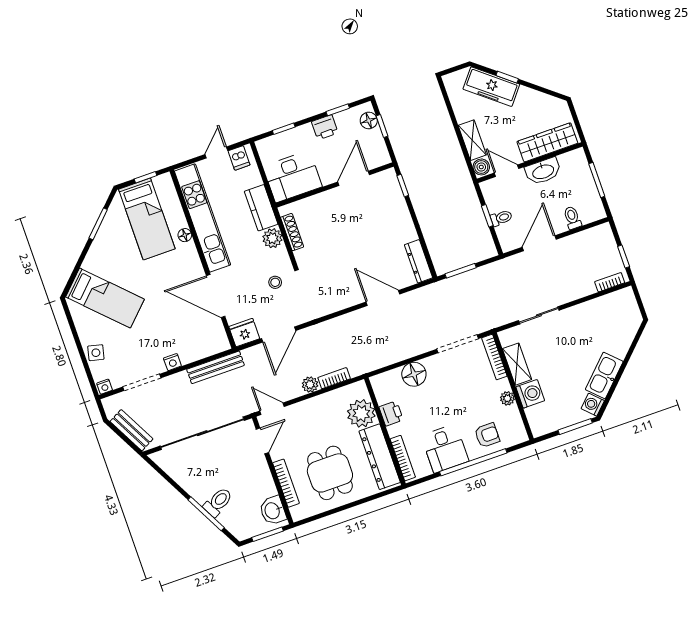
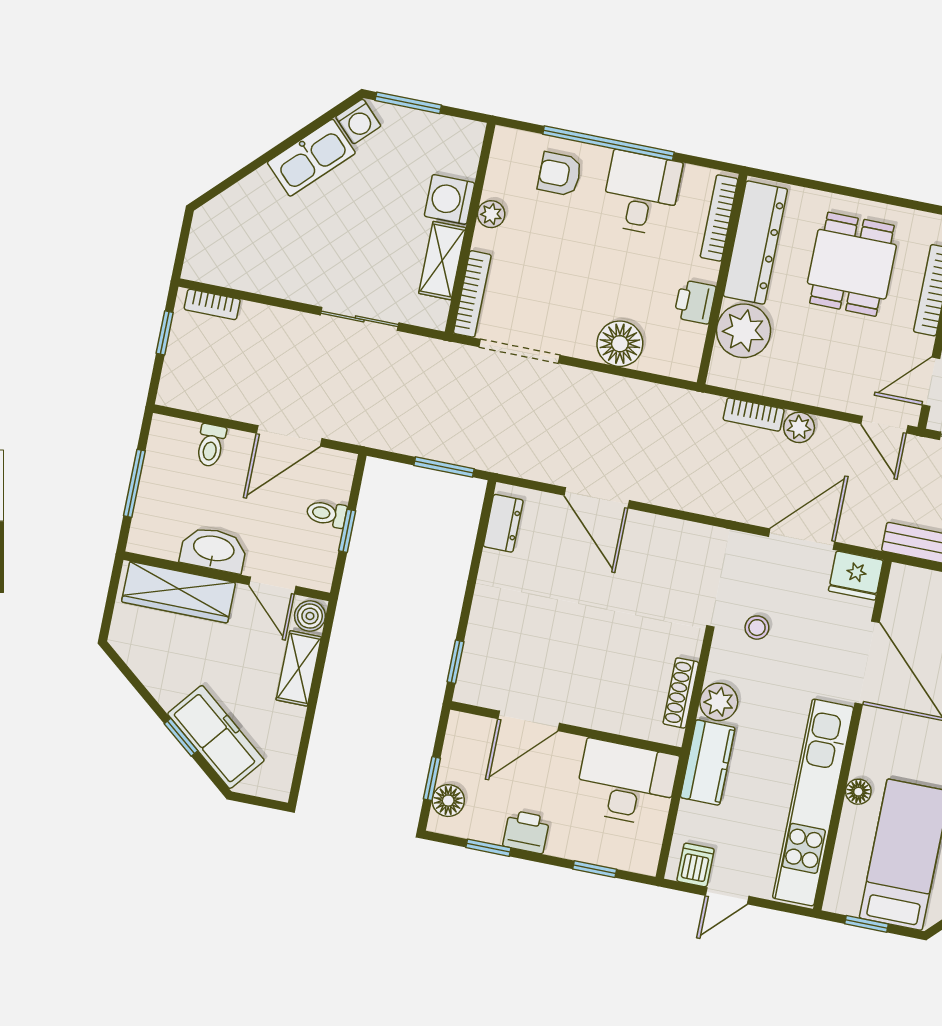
dresser: (419, 261) -> (503, 523), width x0.70

